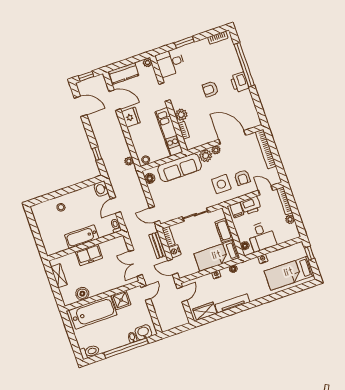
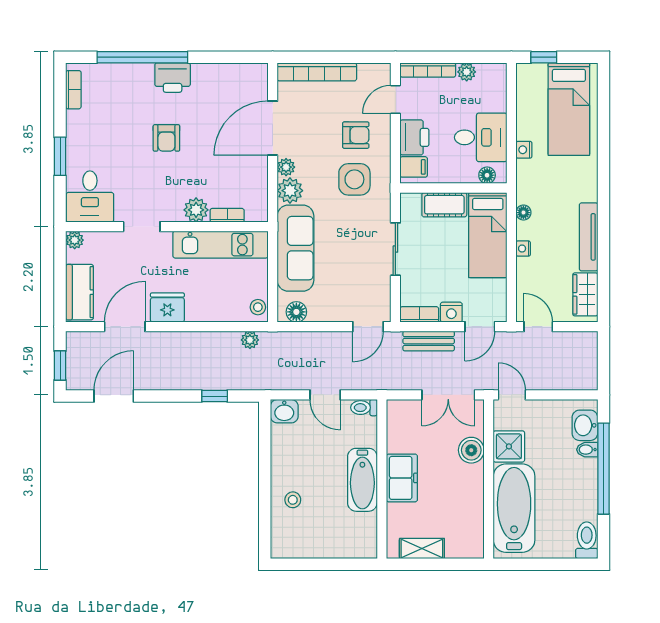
boiler: (82, 294) -> (471, 450), moved

